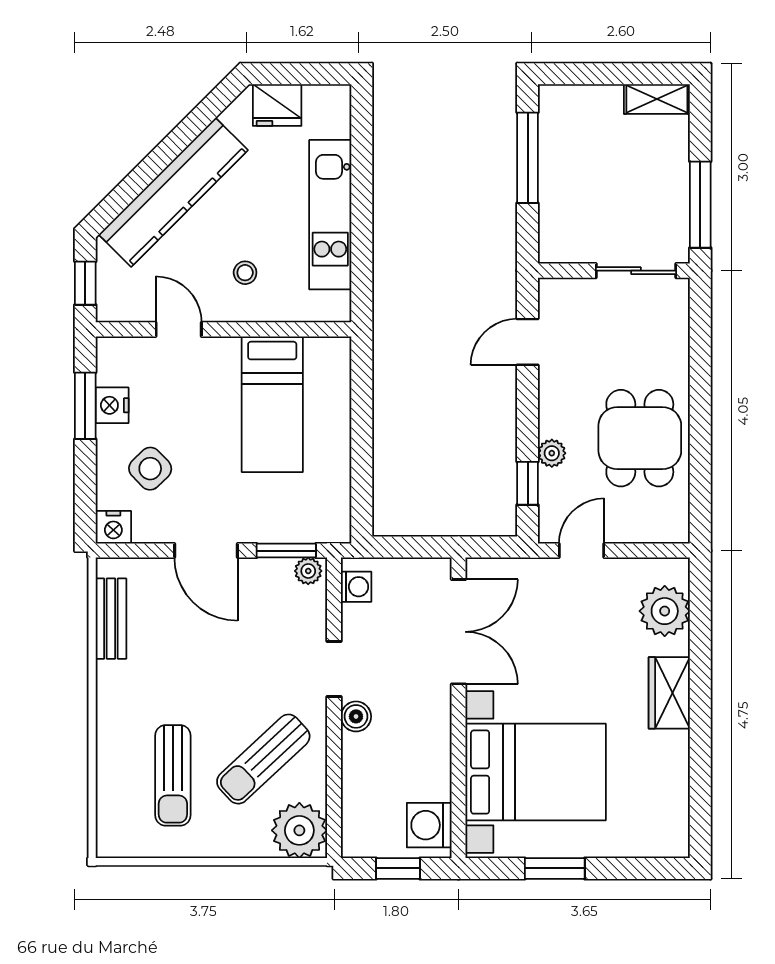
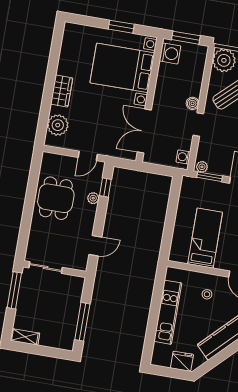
window: (398, 868) -> (186, 38), width x1.50

